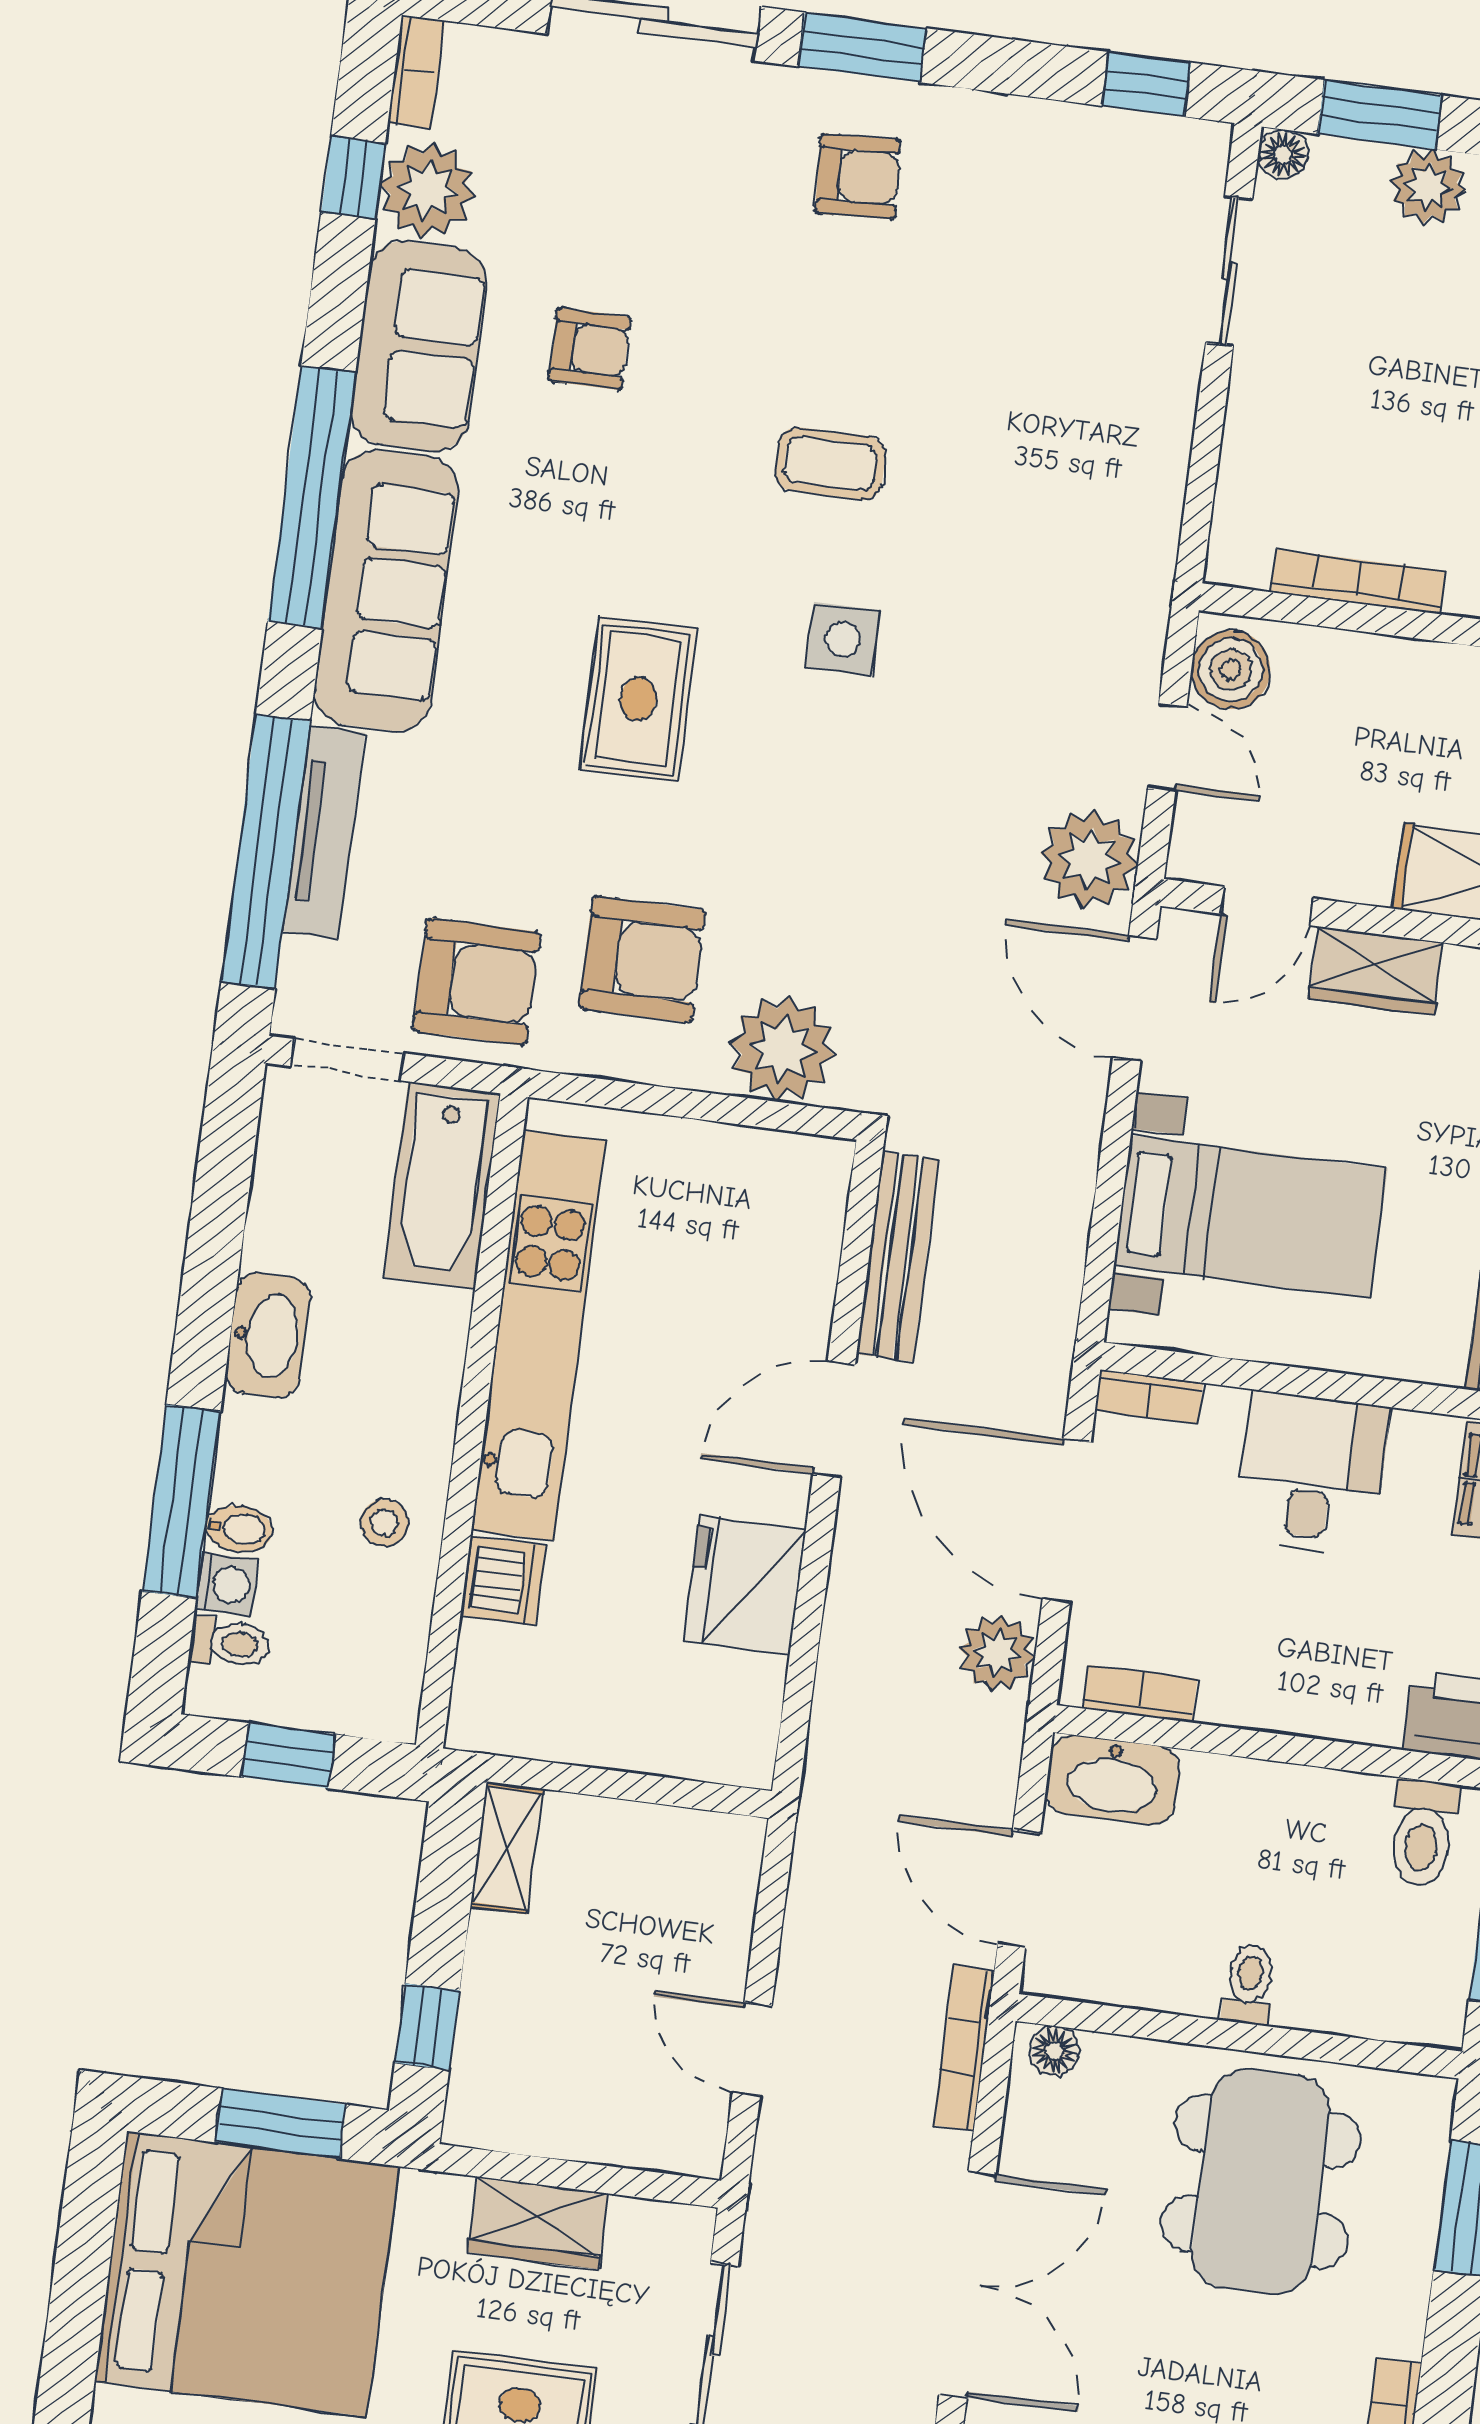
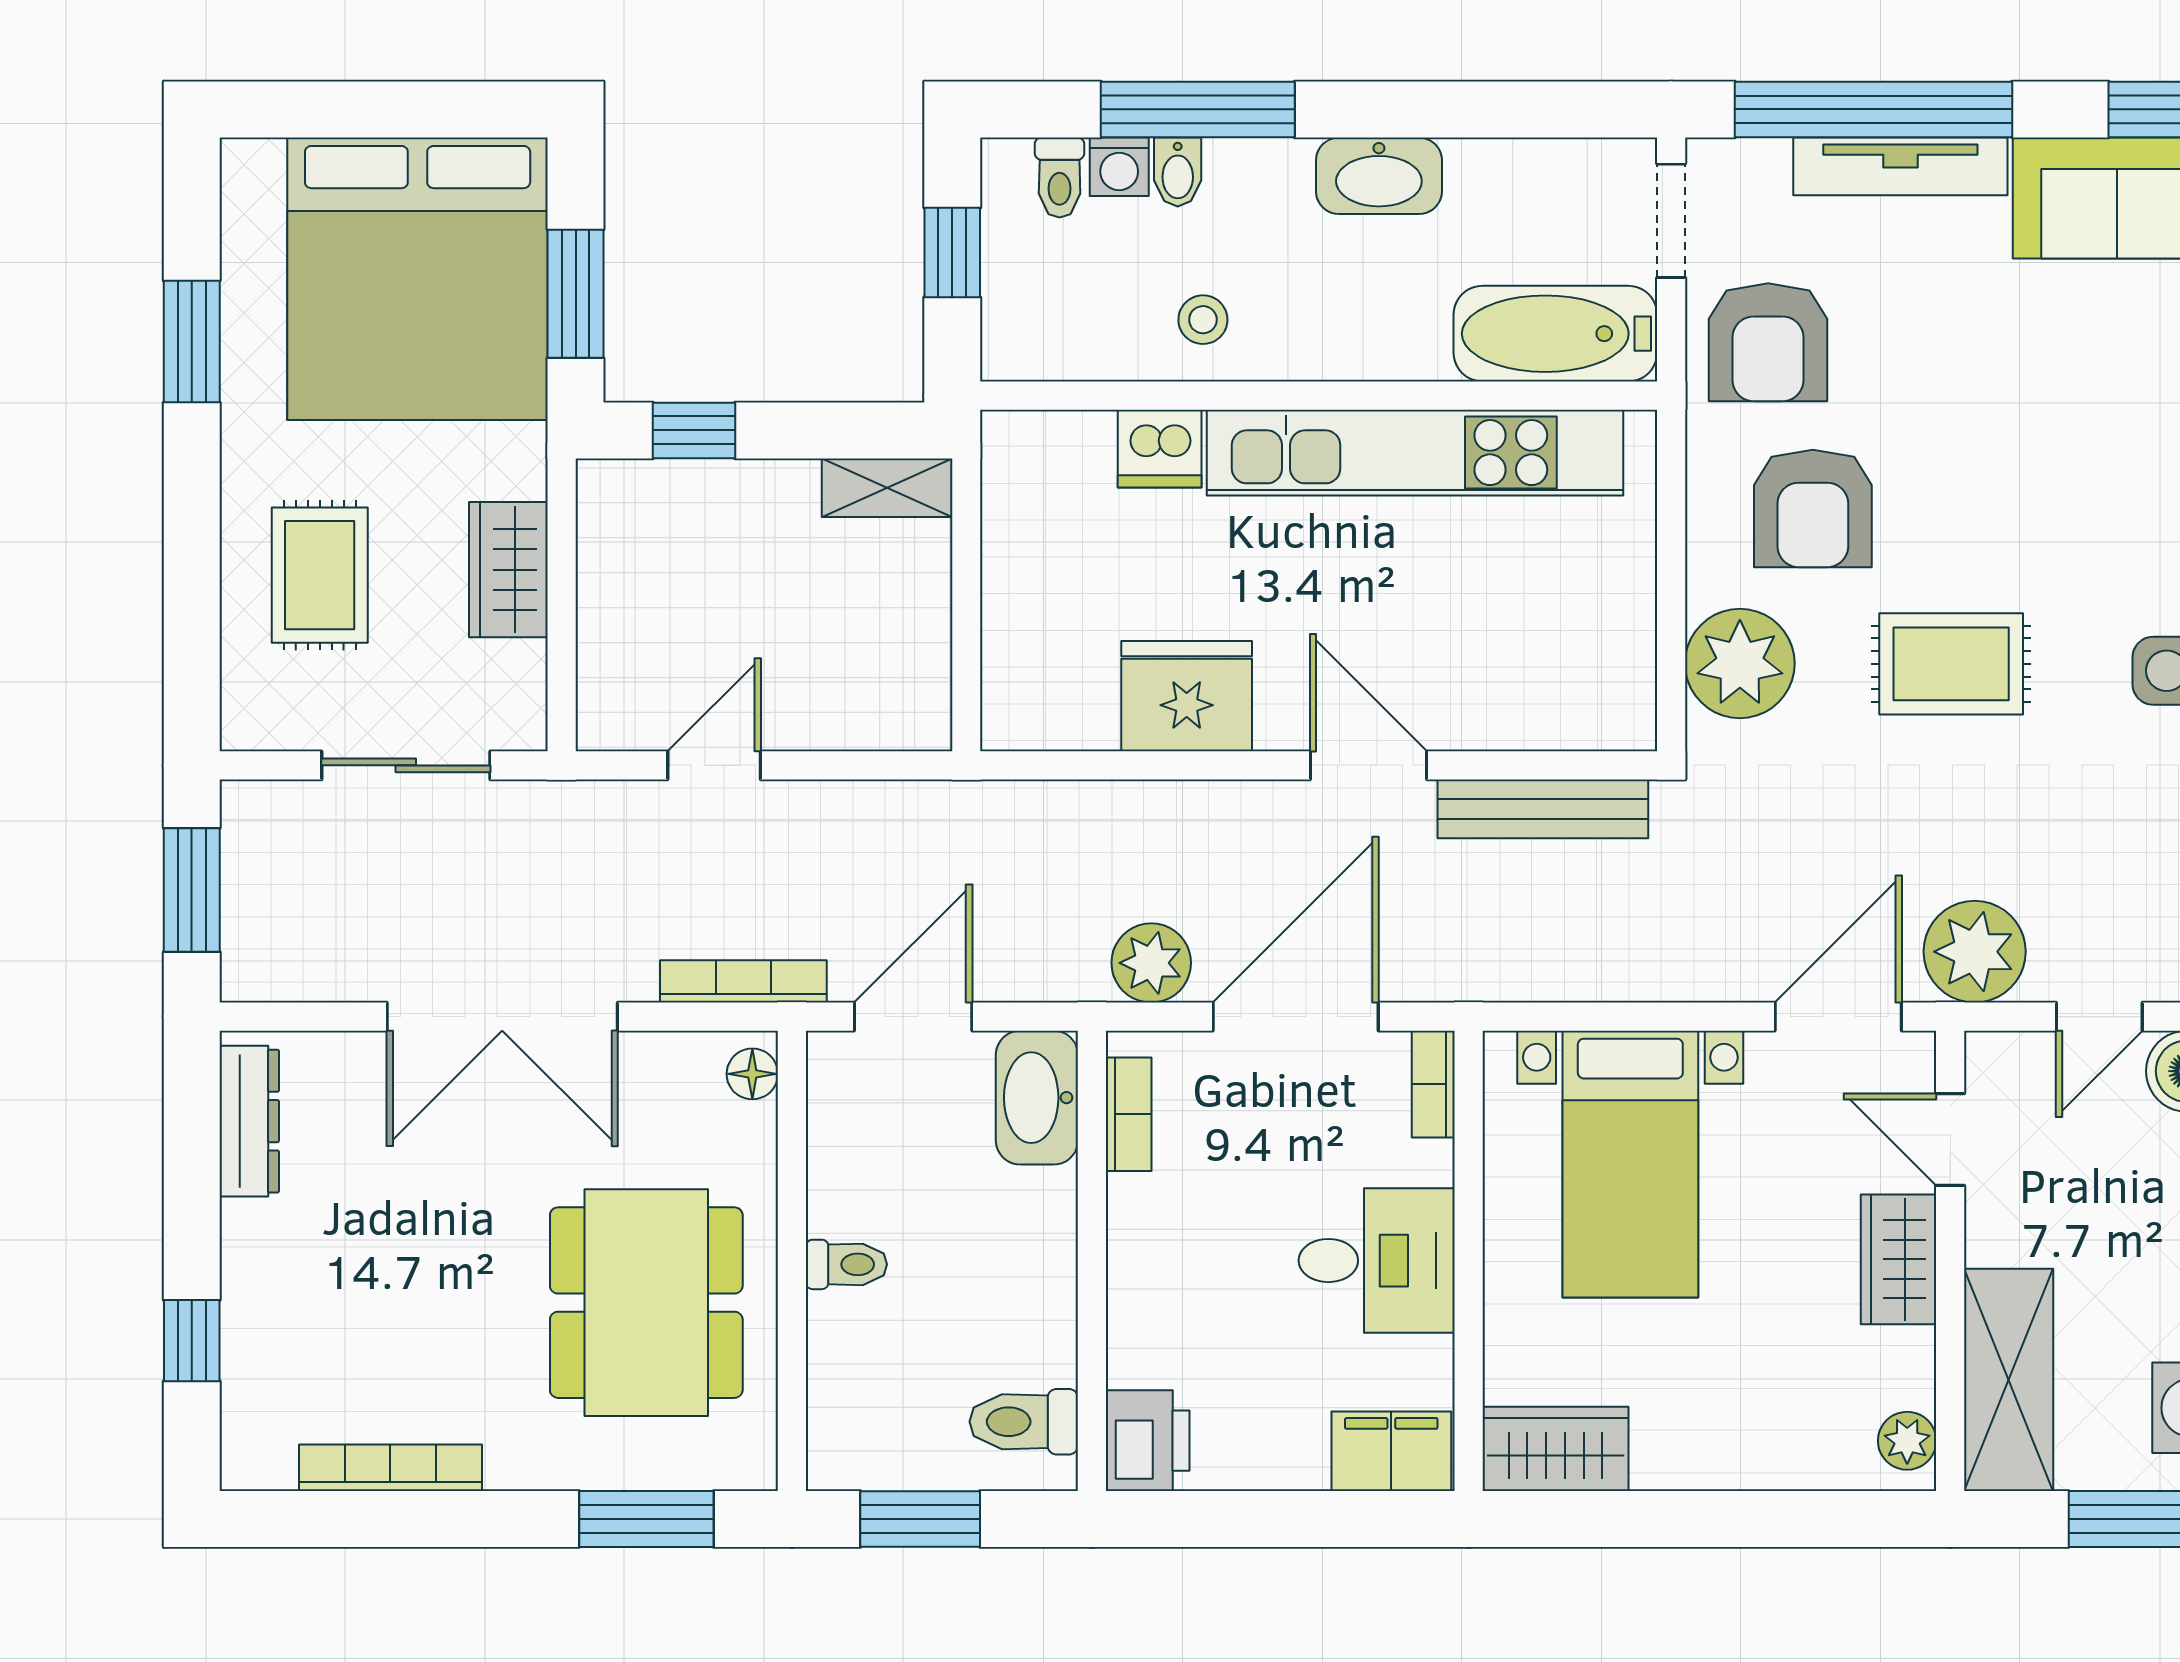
rug: (638, 699) -> (1951, 664), moved
dining table: (1261, 2182) -> (646, 1303), turned 90

